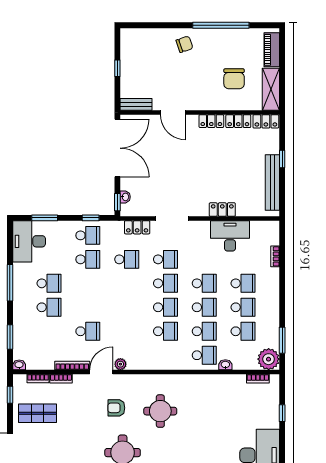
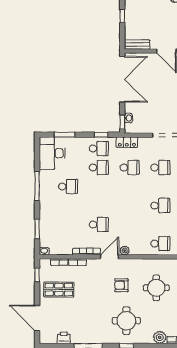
locker: (137, 227) -> (127, 142), moved
school desk: (165, 283) -> (160, 186), removed
school desk: (49, 307) -> (68, 206), removed
school desk: (165, 331) -> (160, 244), moved

